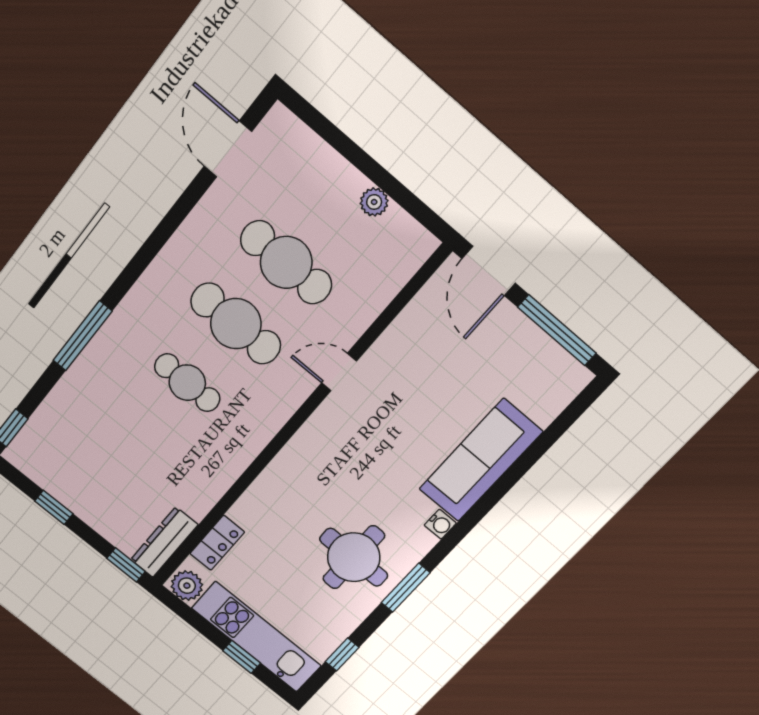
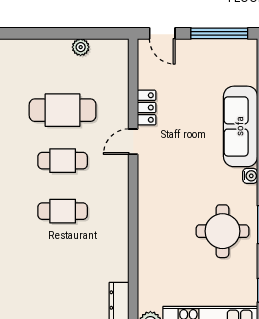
door: (489, 271) -> (162, 33), width x0.73
cafe table: (236, 324) -> (63, 161), width x0.73, depth x0.74
locker: (217, 543) -> (147, 108), moved

